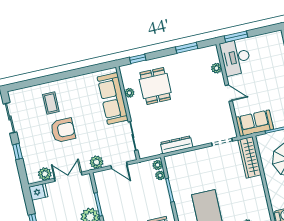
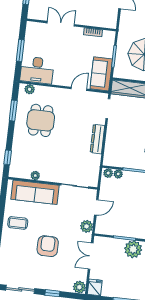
window: (236, 37) -> (20, 50), moved
plant: (216, 68) -> (30, 89), moved
dining table: (155, 86) -> (41, 120), moved, turned 90
door: (229, 93) -> (79, 89), moved
coffee table: (51, 103) -> (18, 223), moved
dresser: (177, 145) -> (97, 139), moved
plant: (45, 174) -> (79, 287), moved

